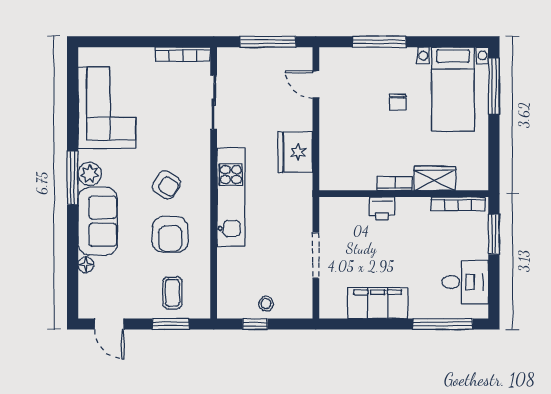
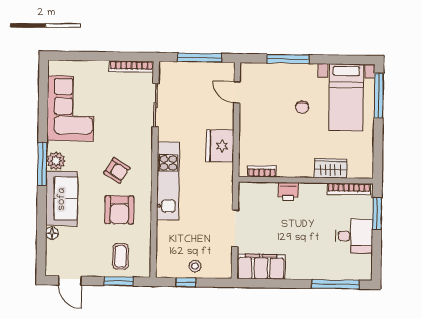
bookcase: (395, 183) -> (262, 171), moved
desk: (465, 282) -> (354, 236), moved
filing cabinet: (378, 303) -> (261, 267), moved

